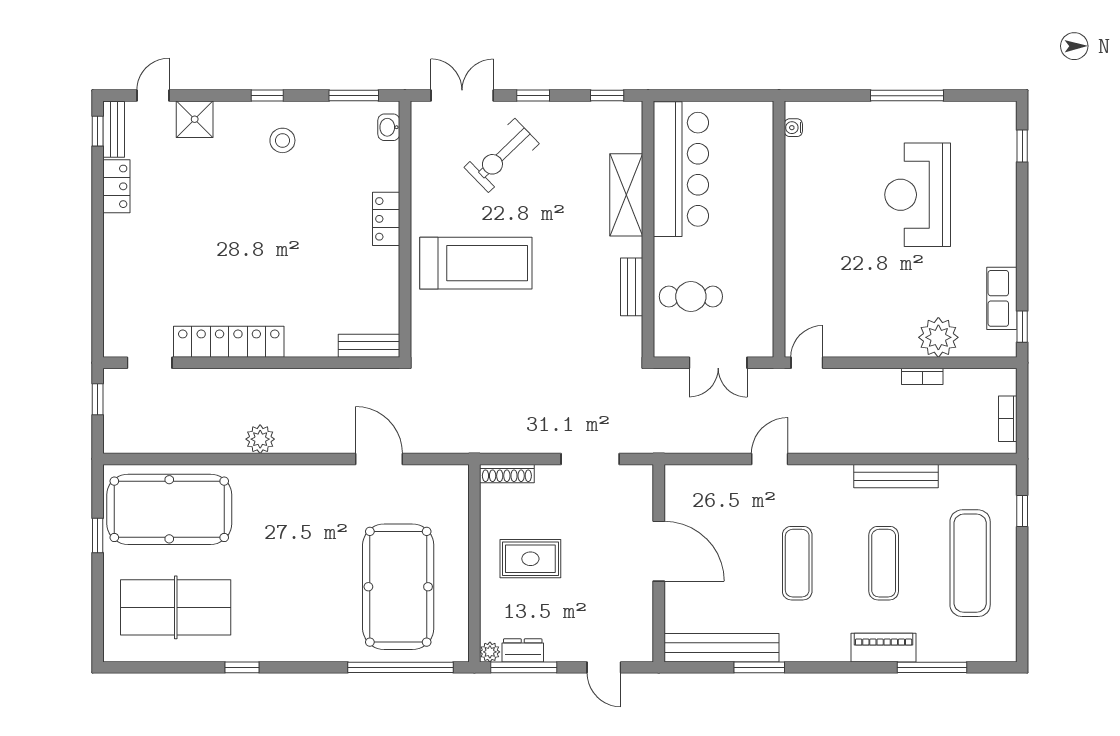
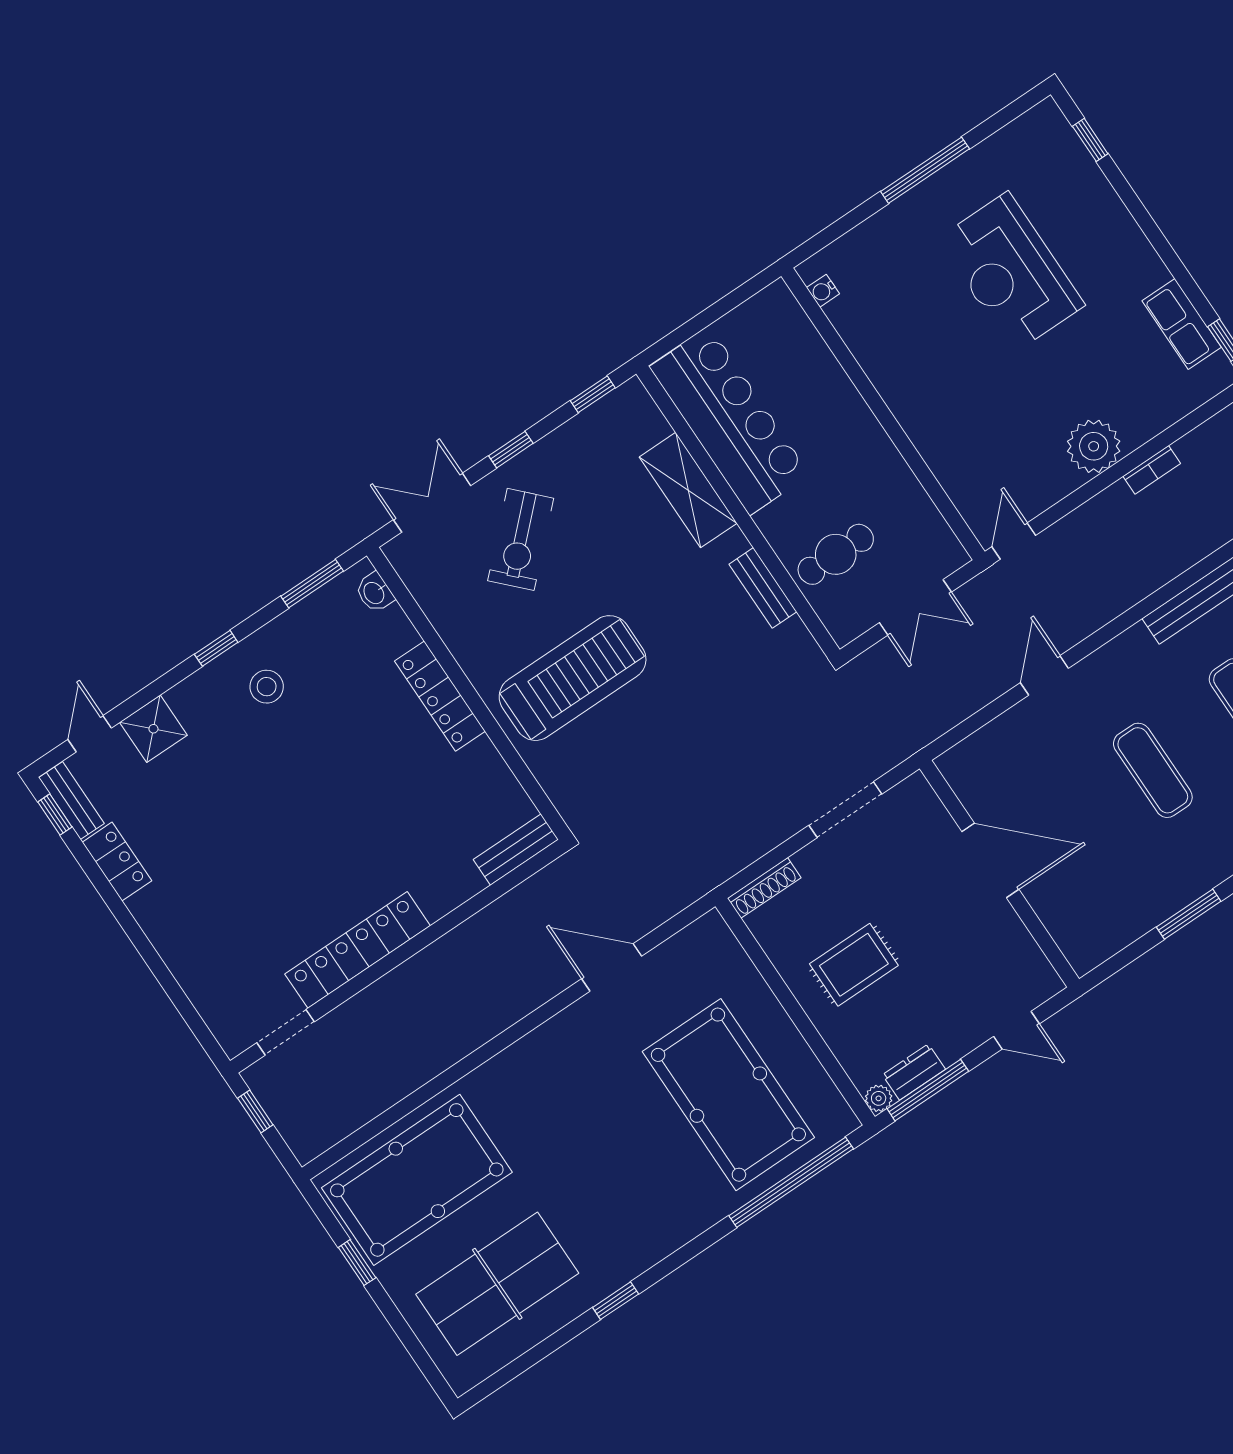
locker: (386, 219) -> (440, 696), width x1.53
plant: (938, 337) -> (1094, 446), moved
plant: (260, 439) -> (465, 1034), removed
bench: (721, 648) -> (1132, 921), removed

